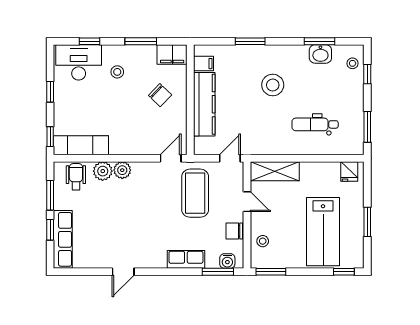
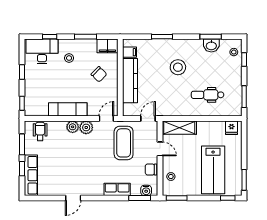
exam couch: (81, 145) -> (68, 109), moved
plant: (103, 171) -> (86, 127), moved
window: (367, 222) -> (244, 180), moved

